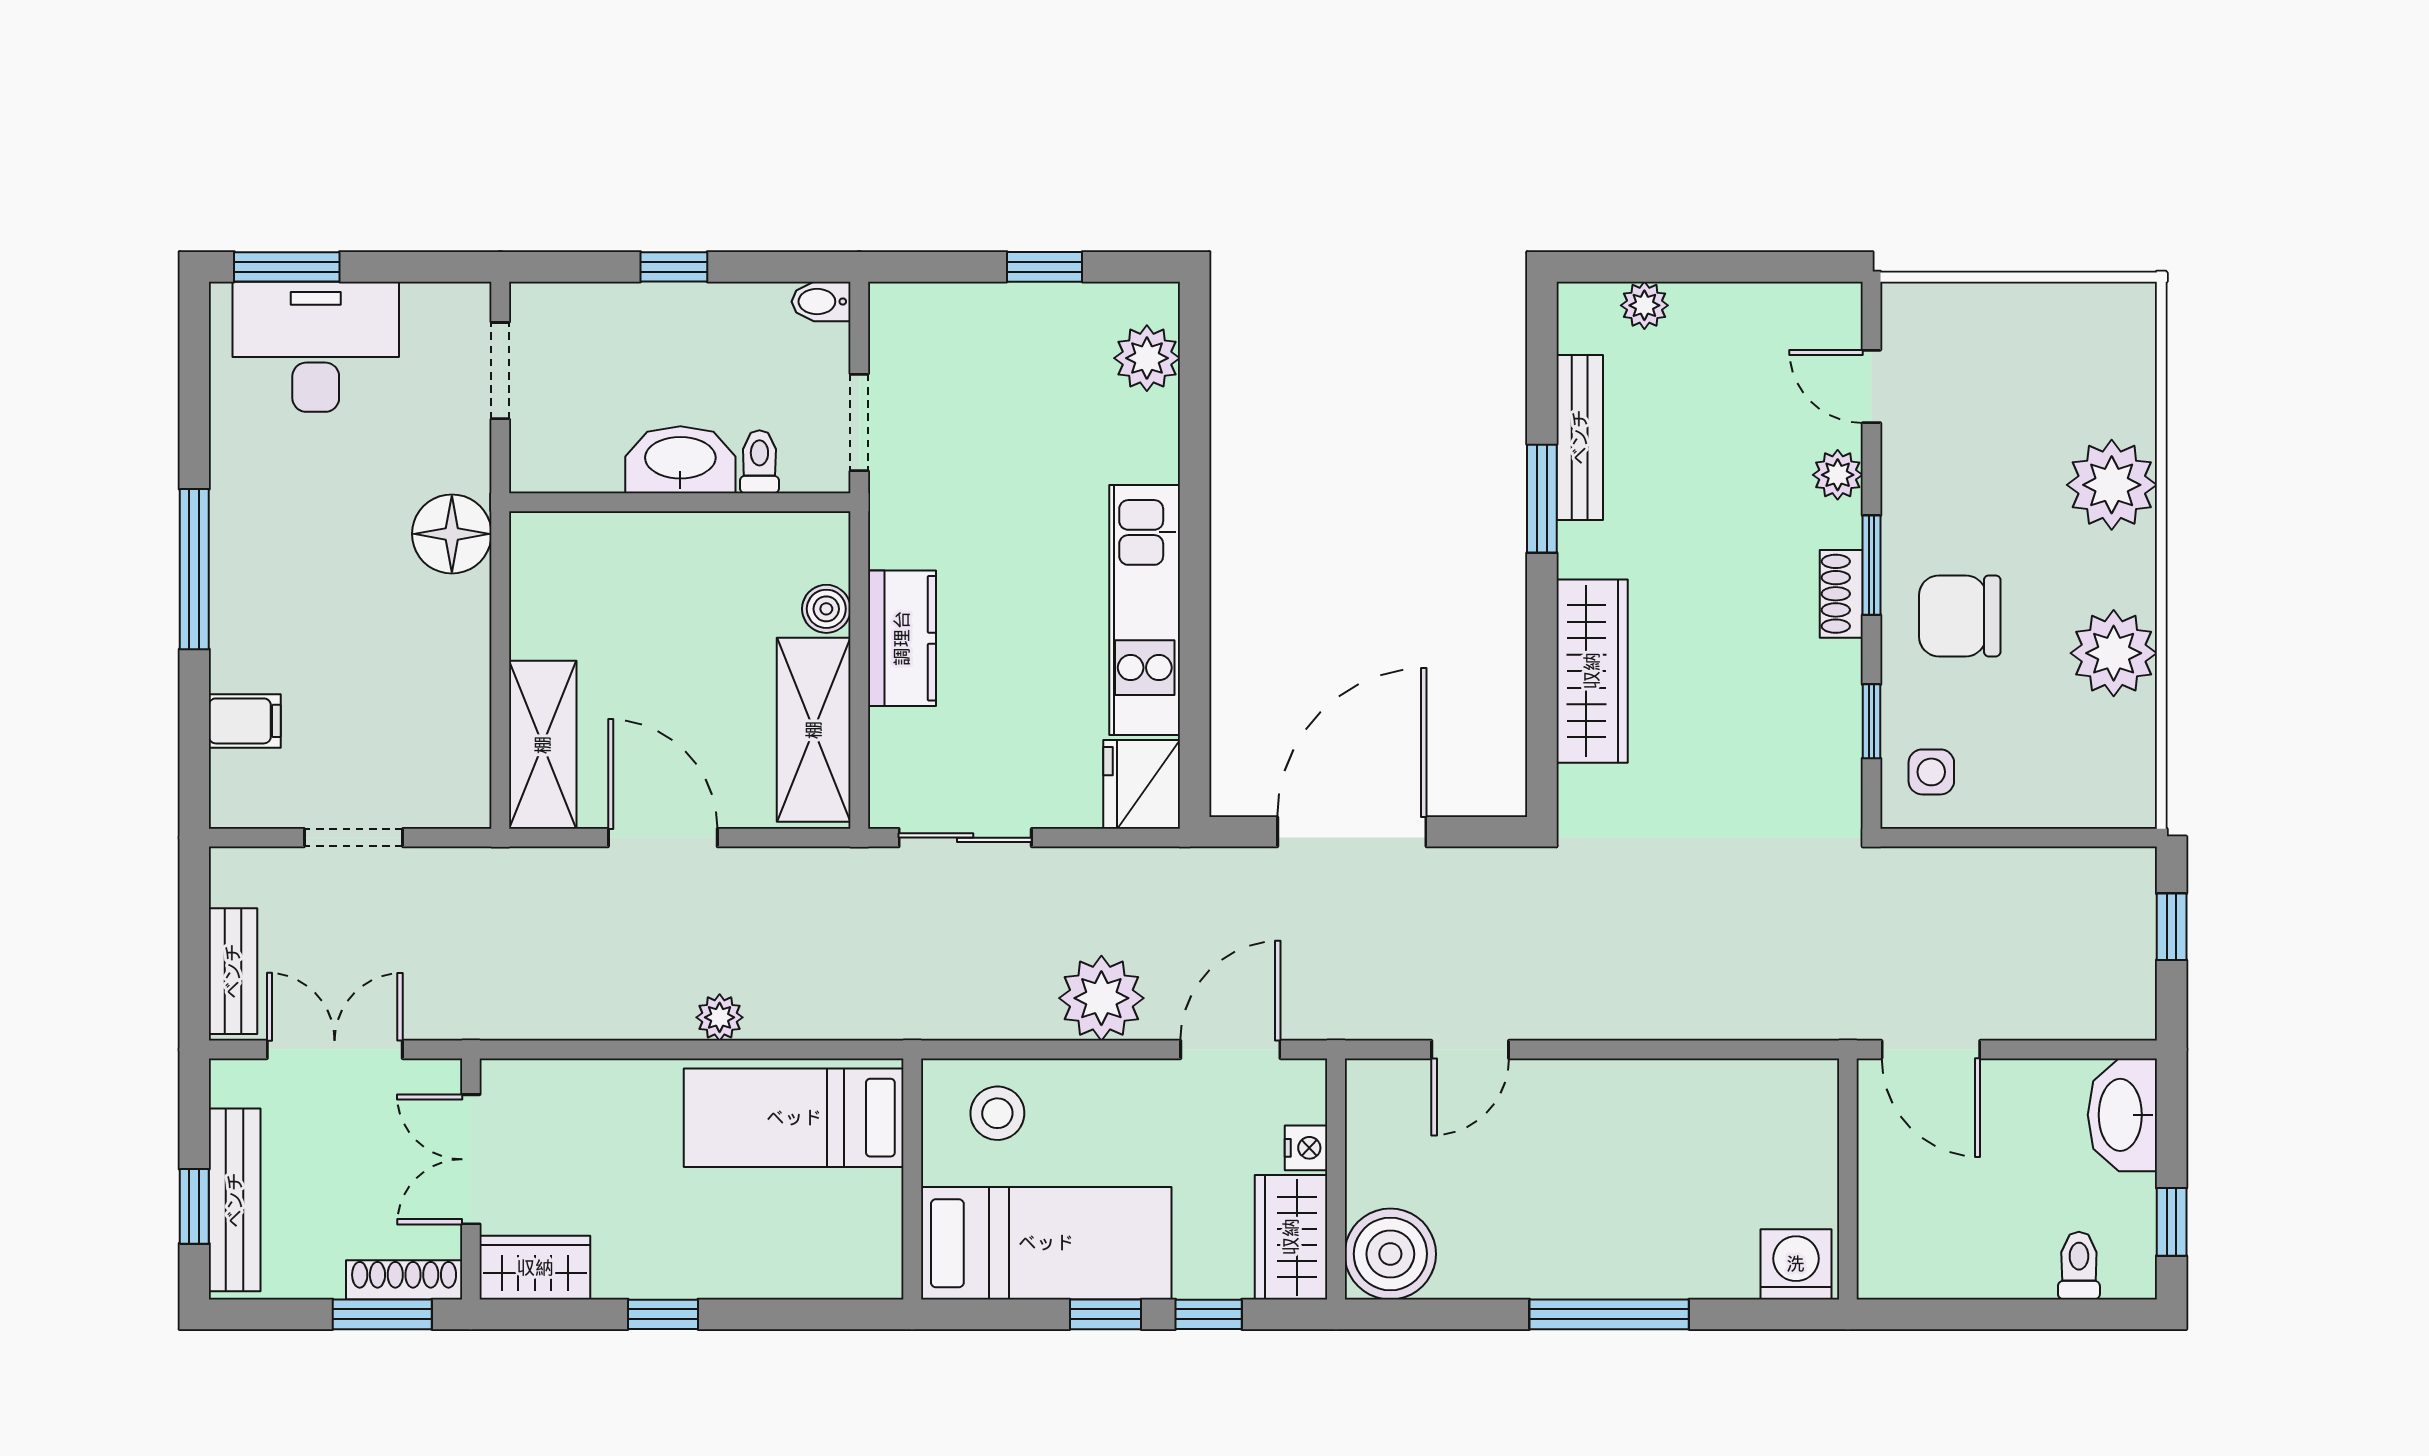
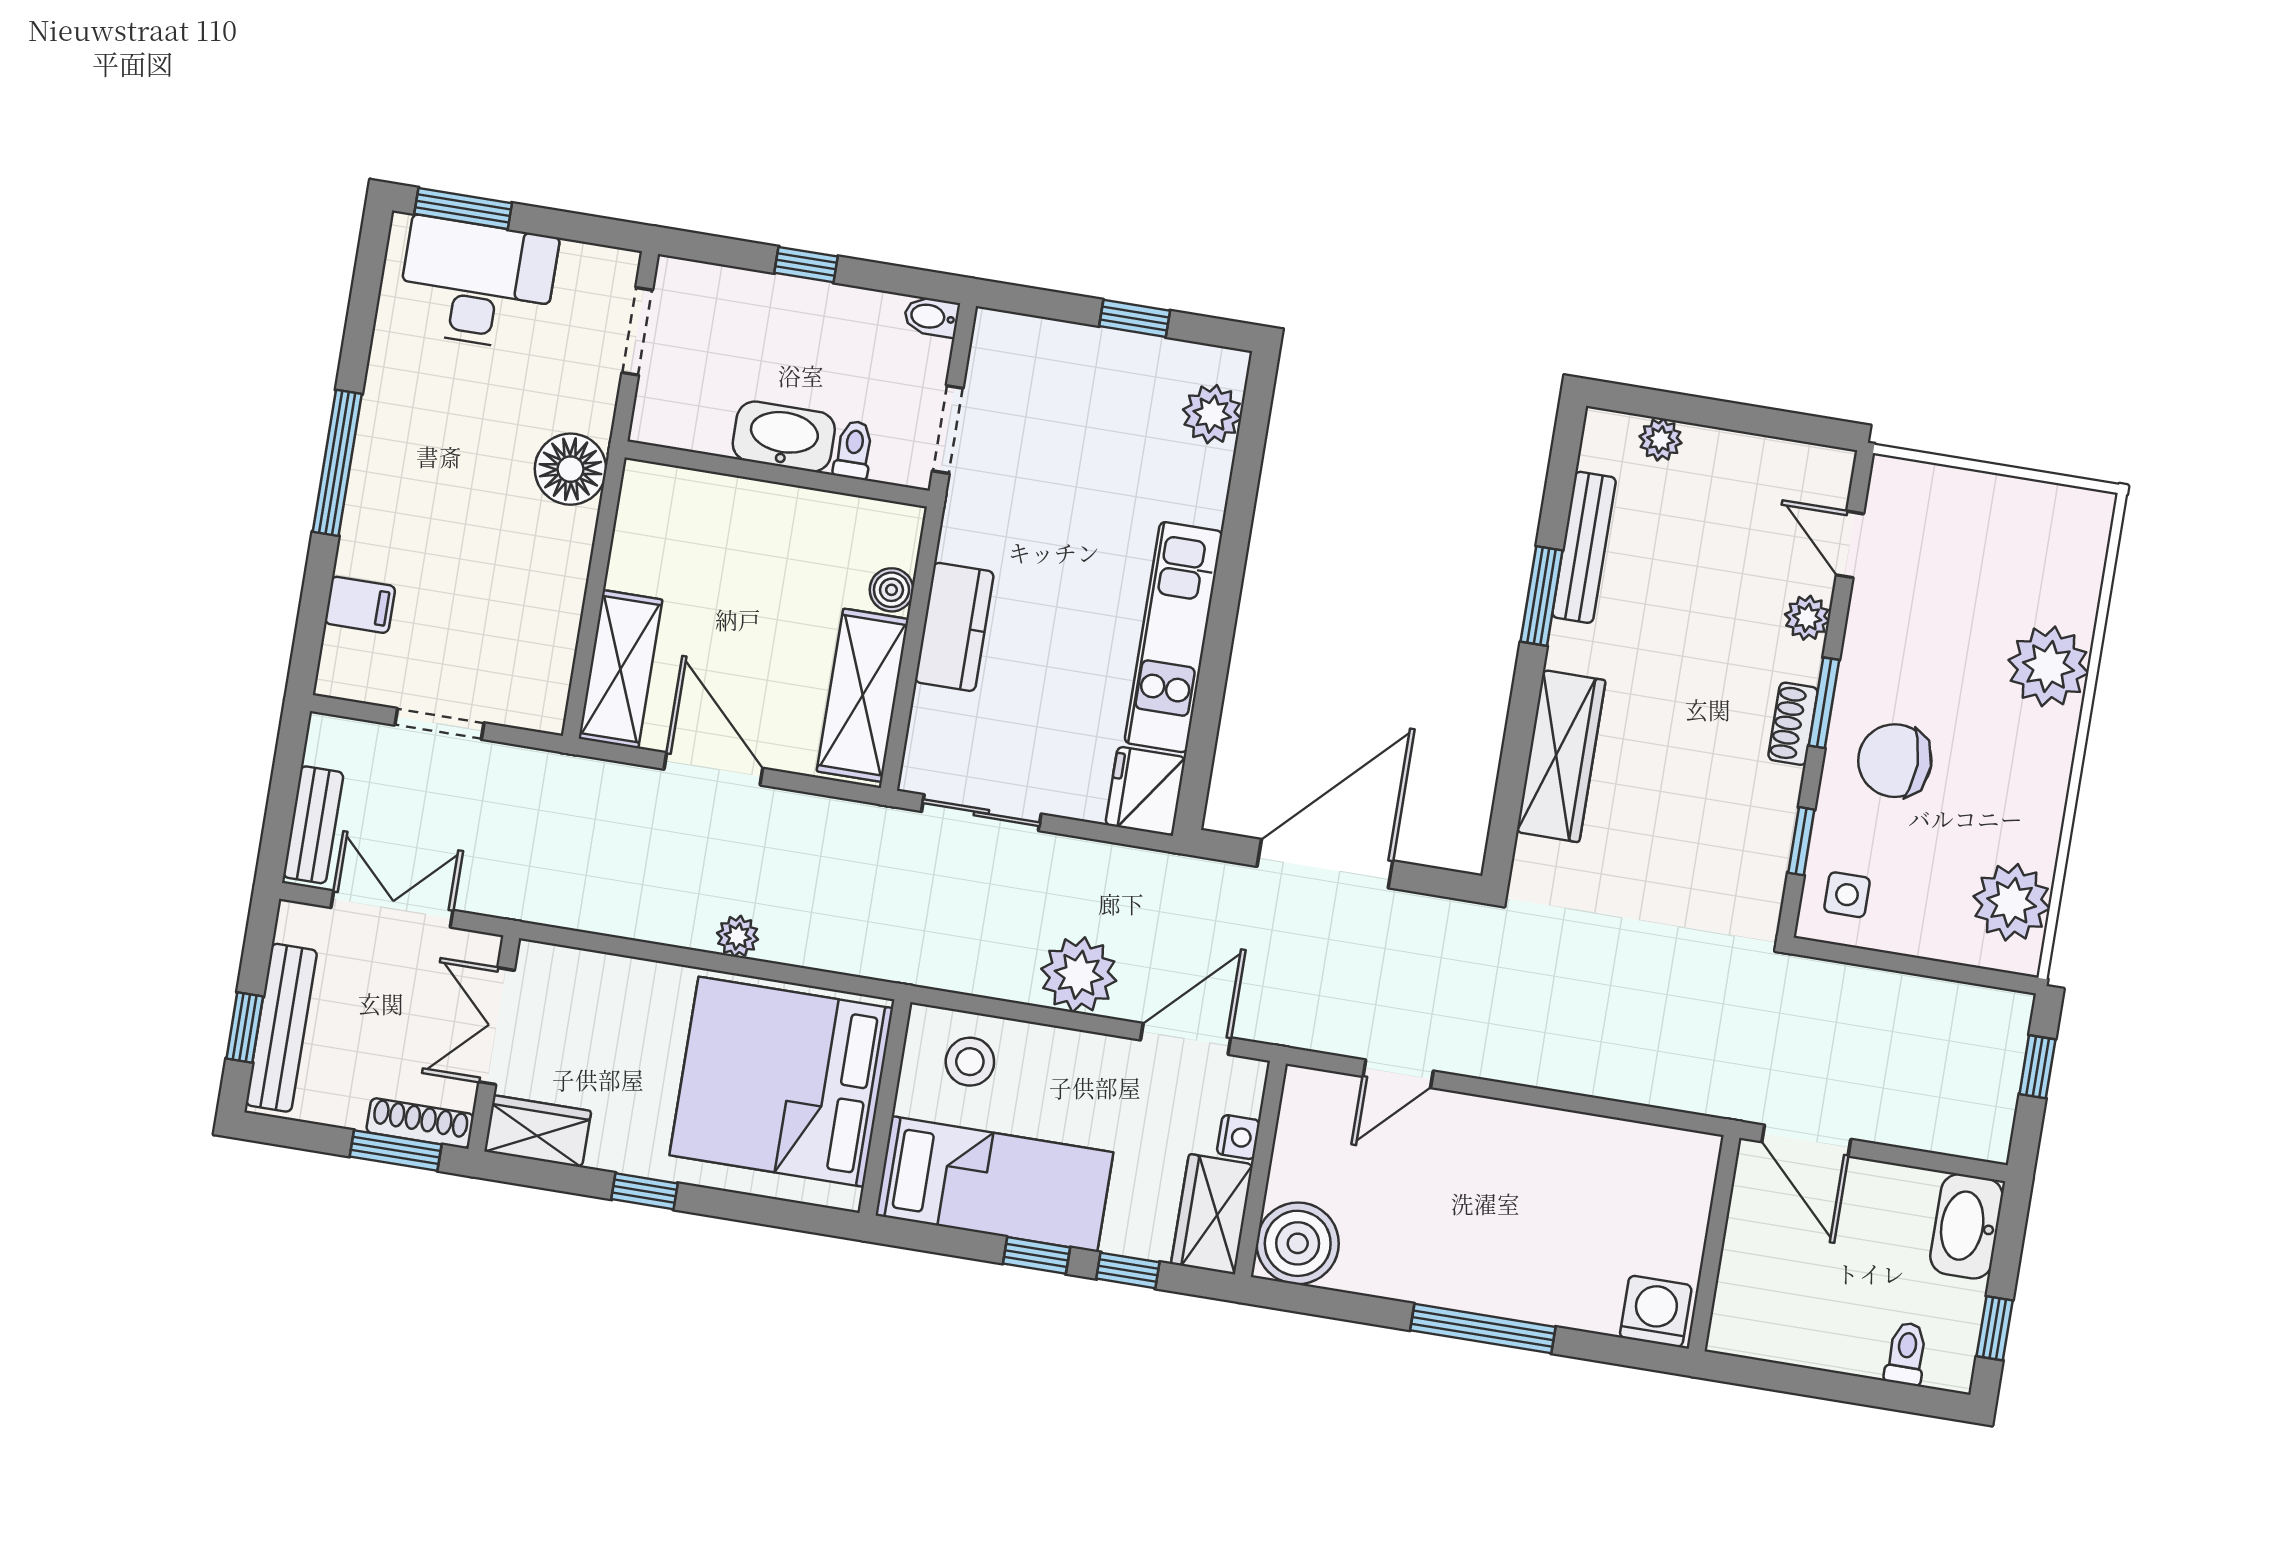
plant: (2114, 653) -> (2012, 902), moved
bed: (794, 1118) -> (781, 1082), width x2.04

